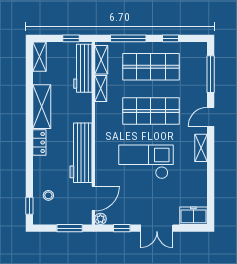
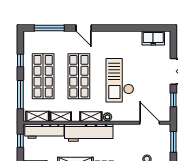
shelving: (201, 148) -> (91, 117), moved
workbench: (81, 153) -> (89, 133), moved
freezer: (193, 216) -> (153, 38), moved, turned -90
plant: (100, 219) -> (107, 117), moved

